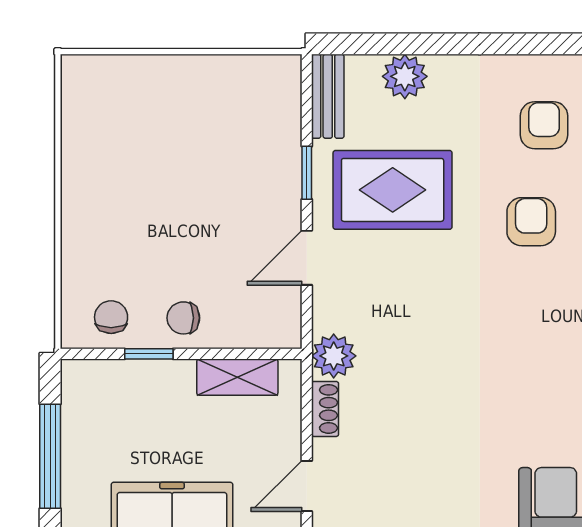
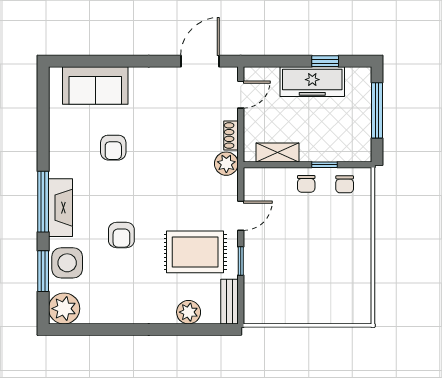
armchair: (544, 125) -> (113, 148), moved
chair: (183, 318) -> (306, 184), turned 90

